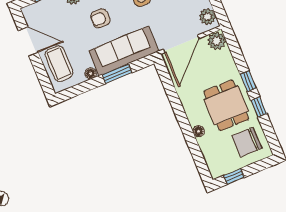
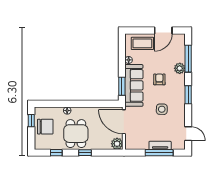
plant: (208, 17) -> (134, 144), removed
window: (117, 74) -> (122, 86), moved
dining table: (226, 105) -> (76, 134), turned 90
window: (259, 107) -> (56, 153), moved
chair: (247, 142) -> (45, 127), moved, turned 90

